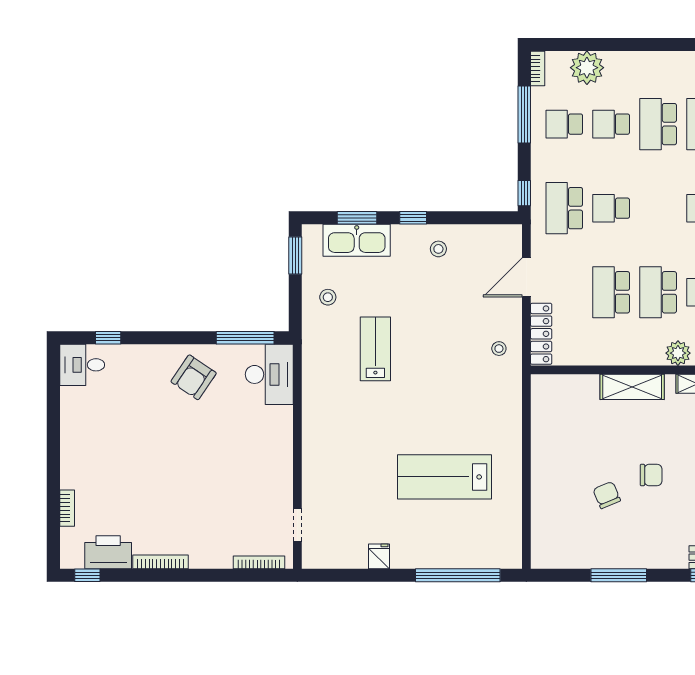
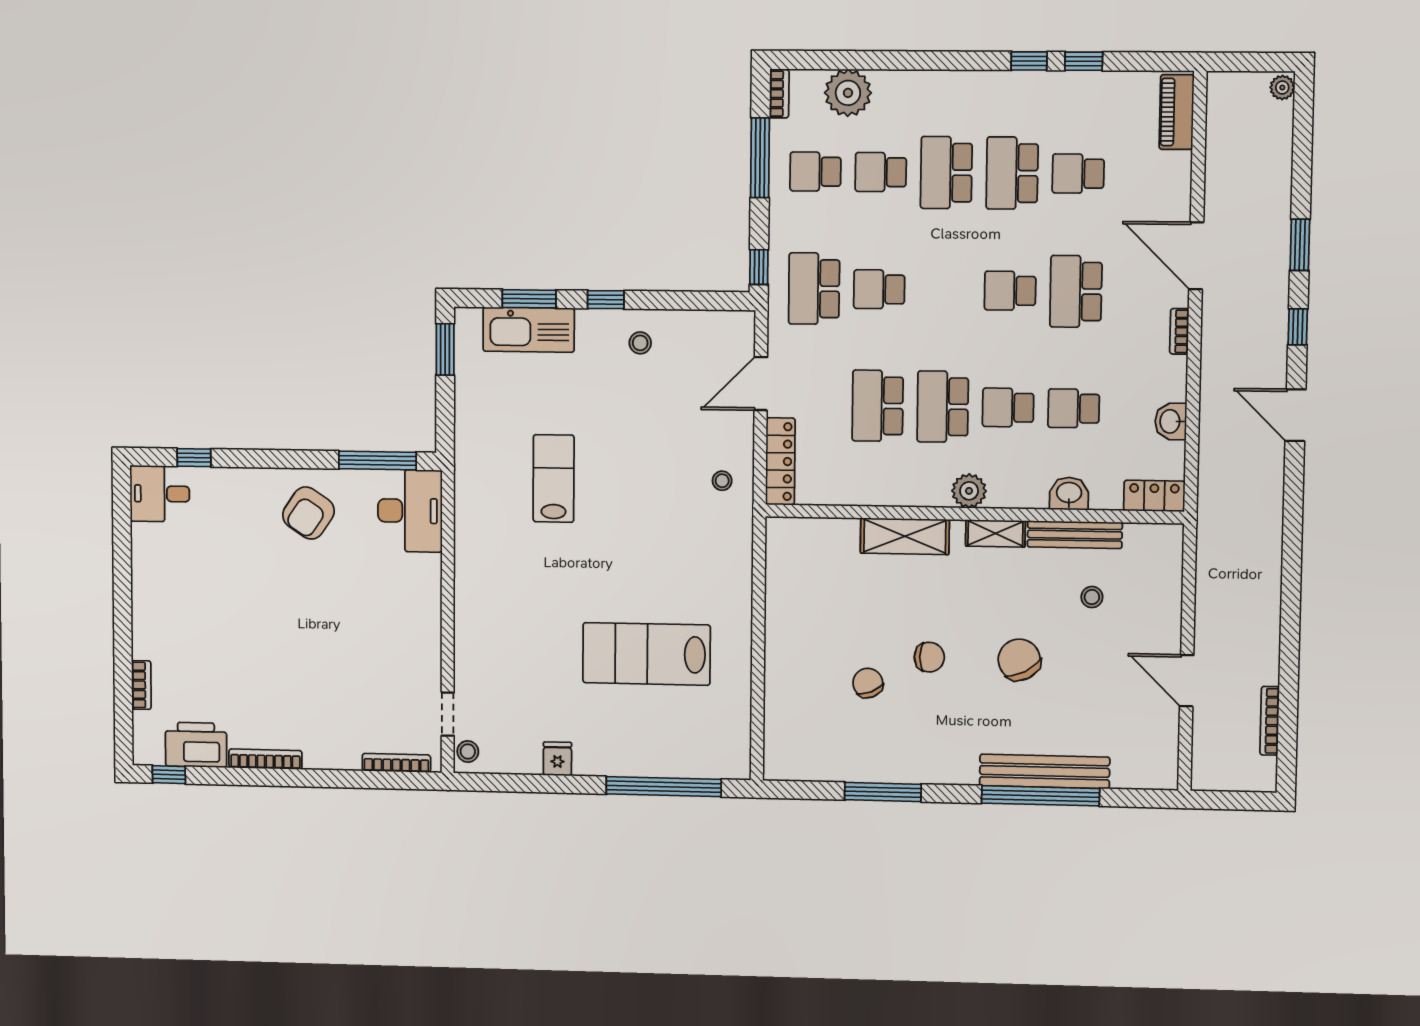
stool: (328, 297) -> (468, 751), moved

